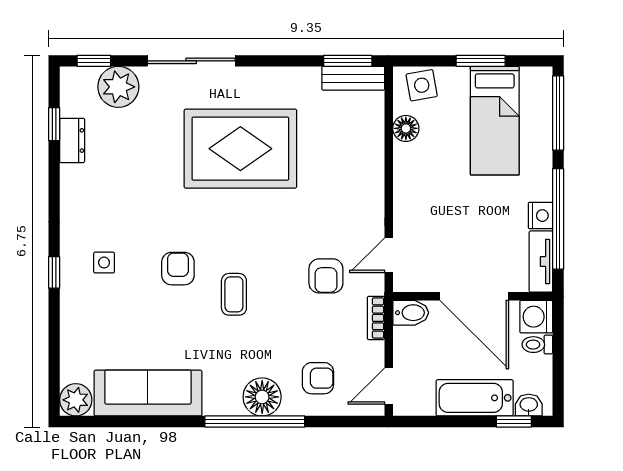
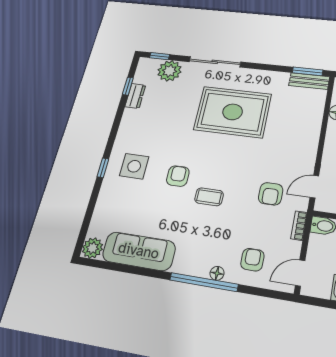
side table: (104, 263) -> (134, 166), width x1.87, depth x1.87
coffee table: (234, 294) -> (209, 197), turned 90
armchair: (318, 378) -> (252, 260), turned -90
floor lamp: (262, 397) -> (217, 273), width x0.53, depth x0.53

